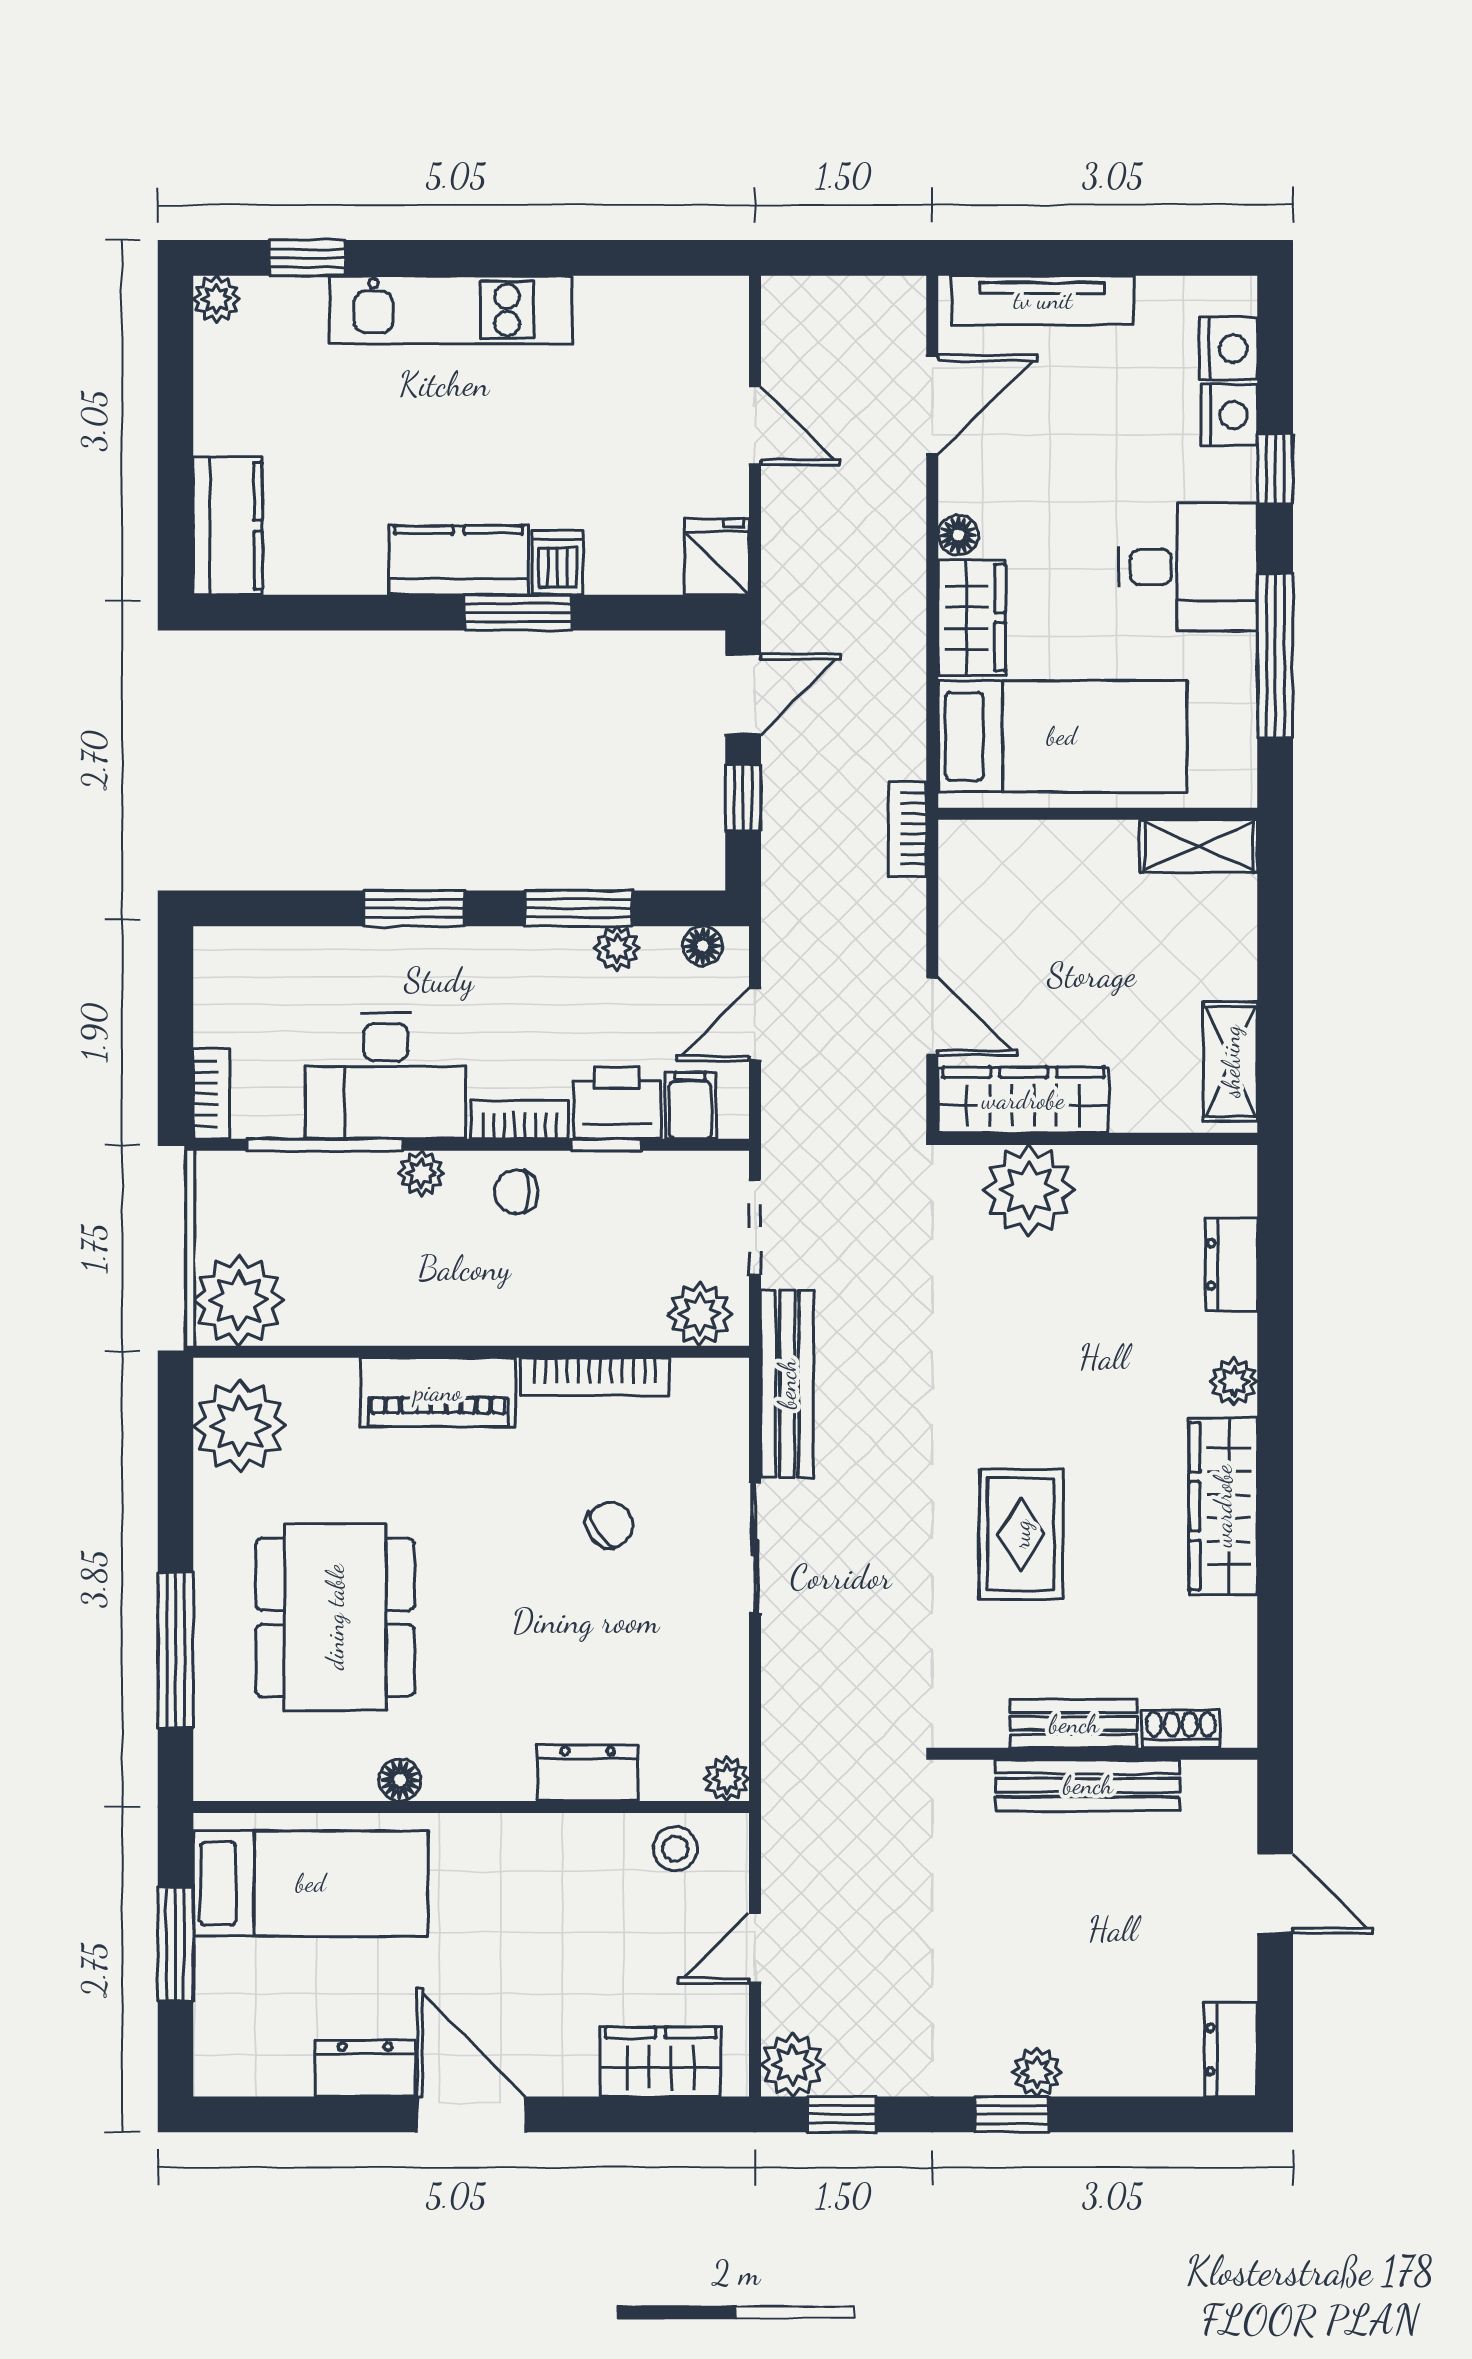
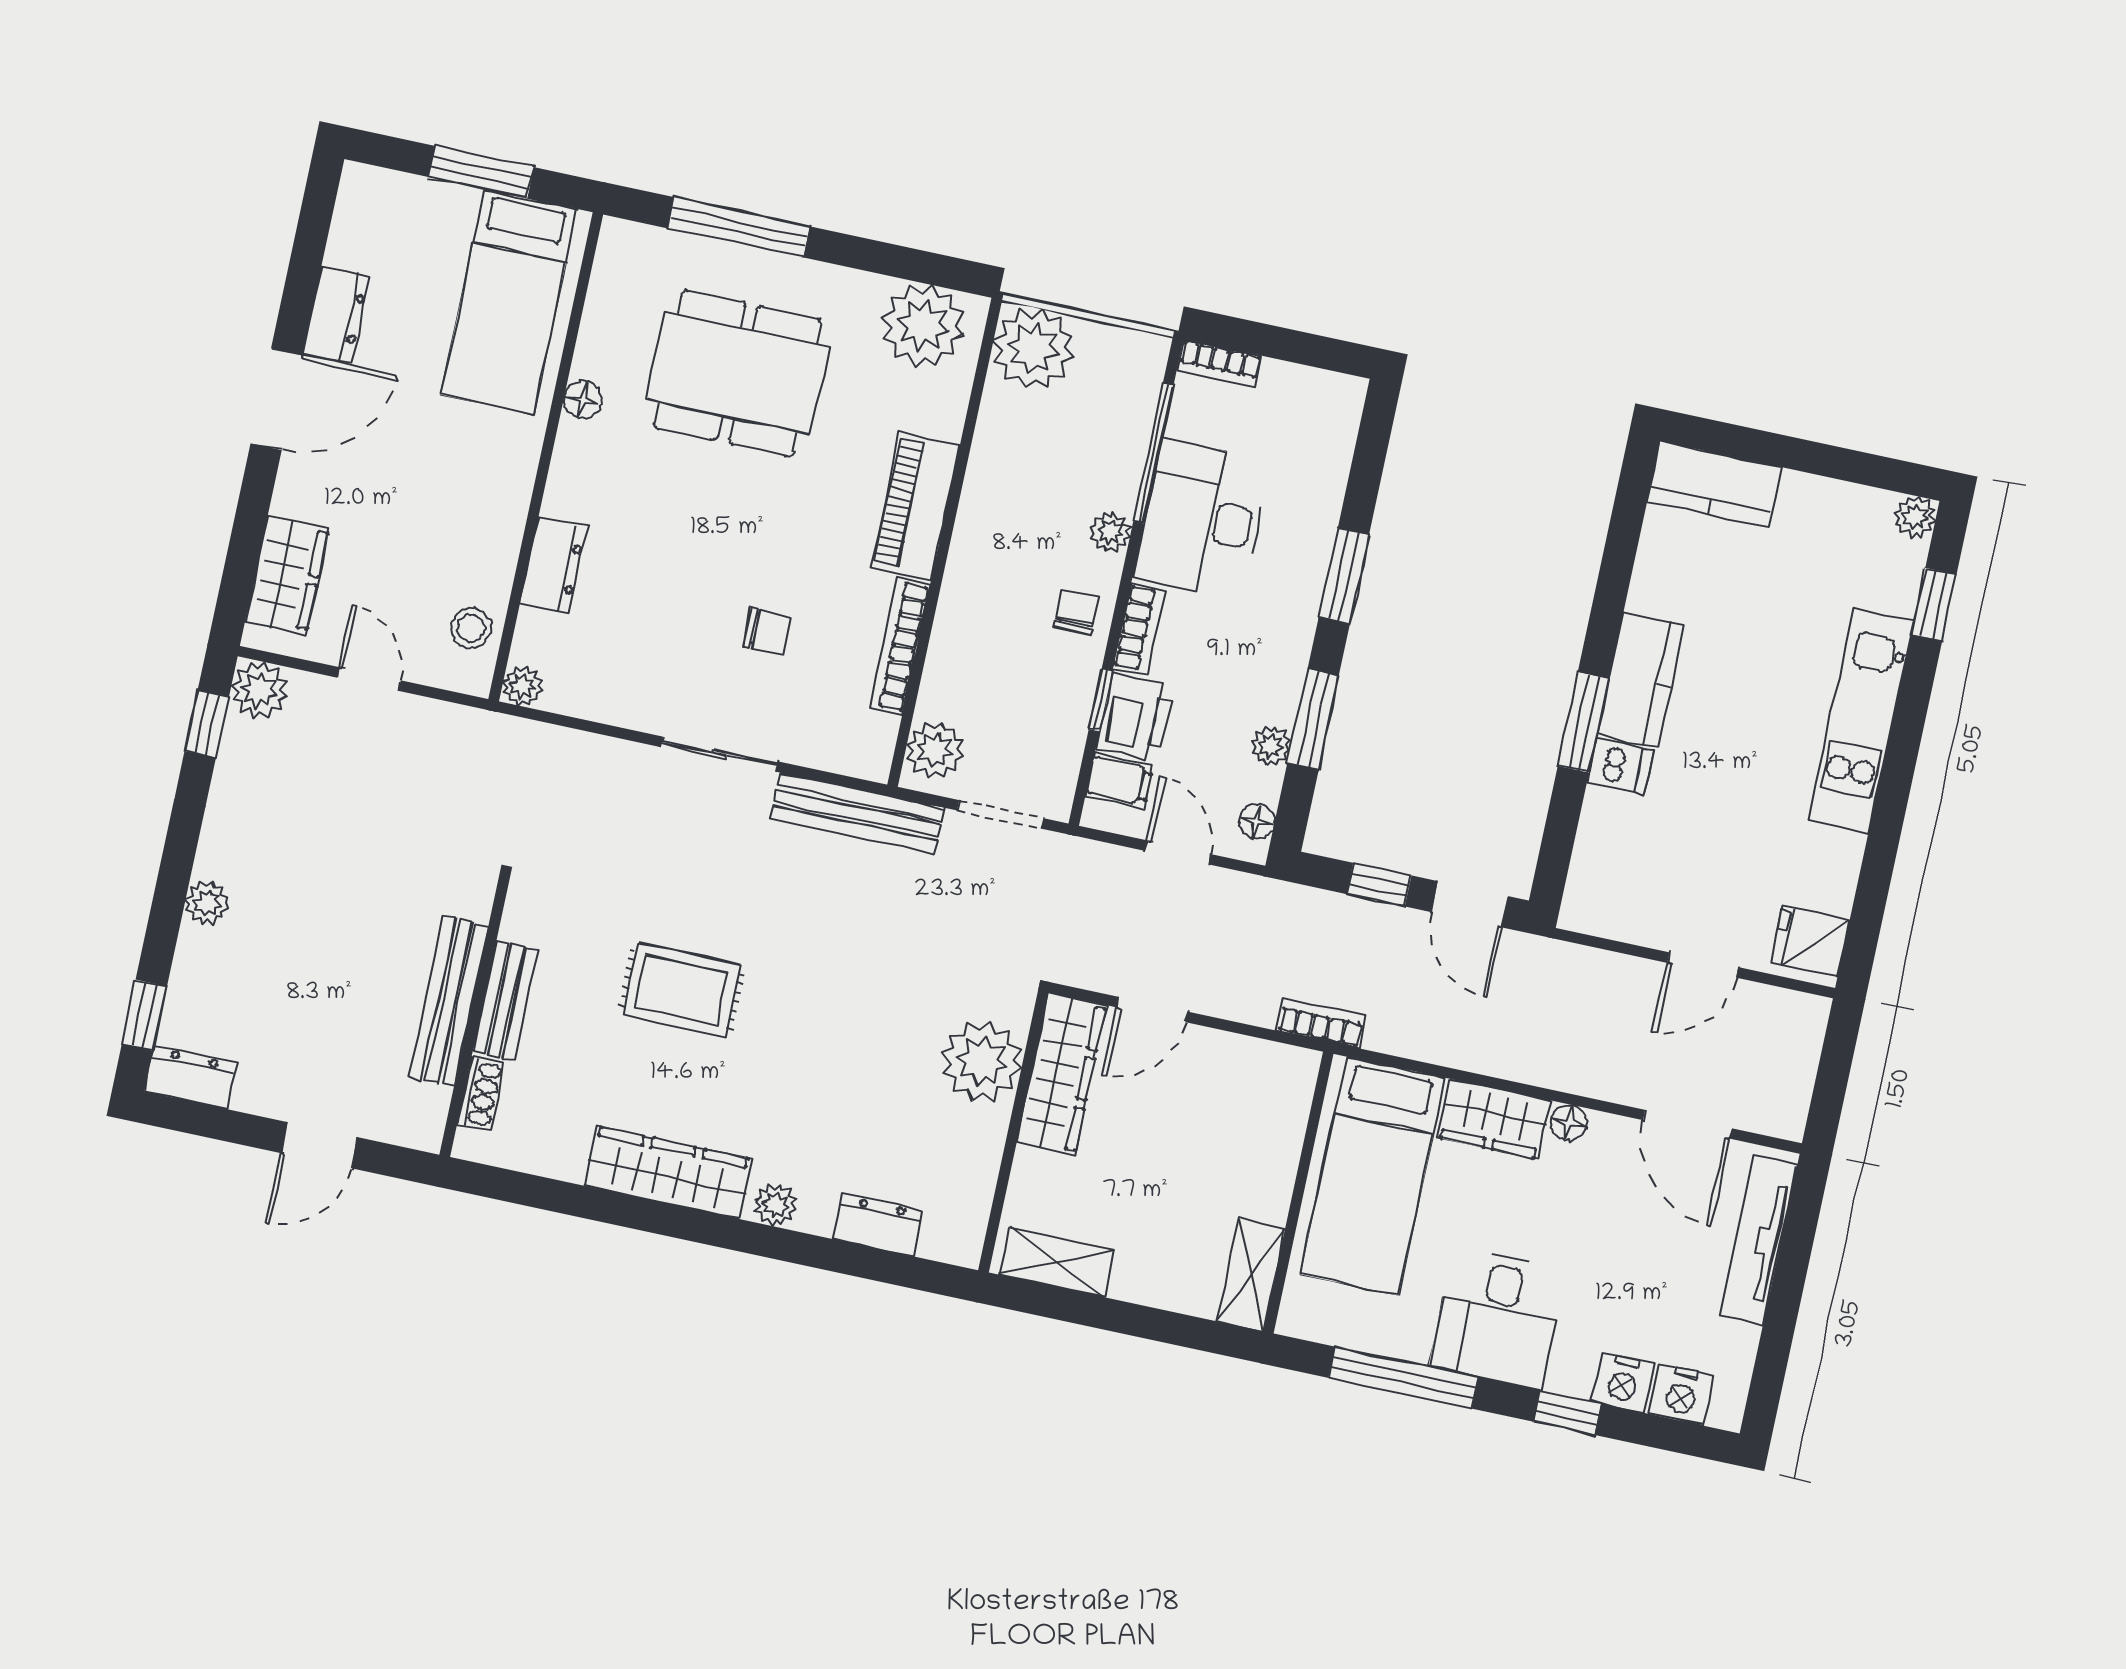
fridge: (717, 557) -> (1810, 941), moved, turned 180
chair: (610, 1525) -> (767, 631), turned -56
window: (1012, 2114) -> (144, 1015), moved

